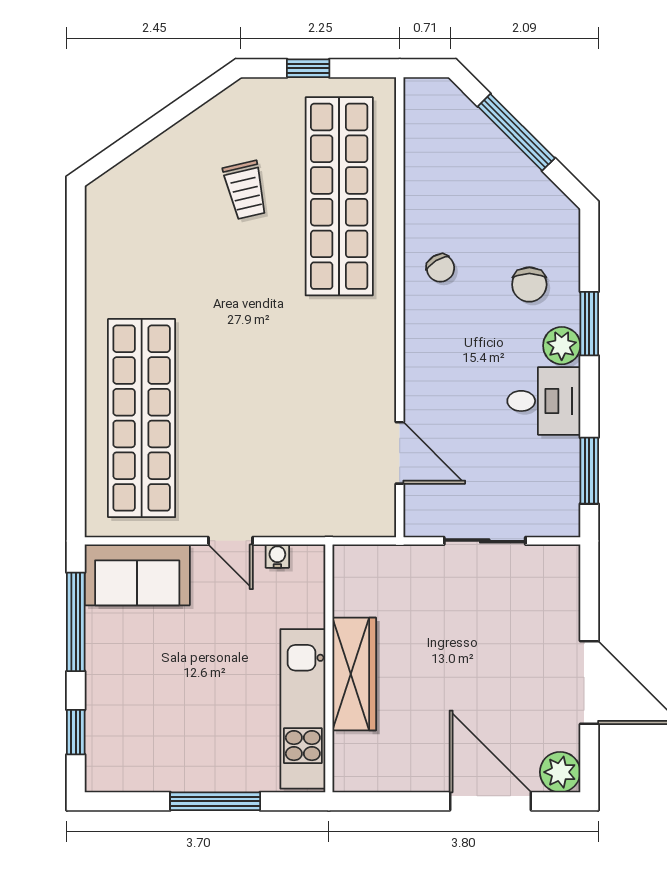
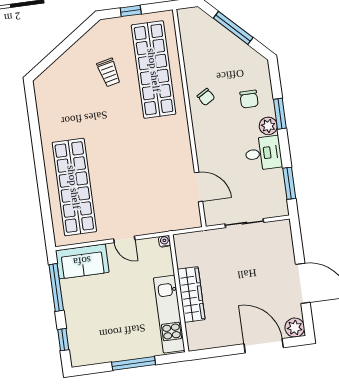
water cooler: (277, 556) -> (164, 241), moved

